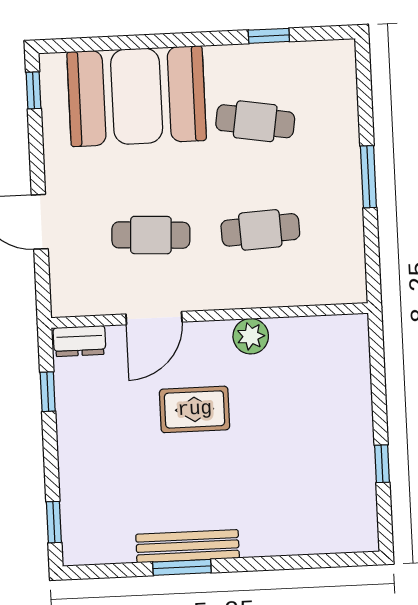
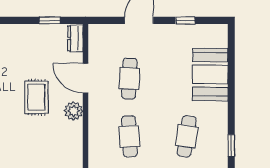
window: (33, 90) -> (185, 20), moved
booth: (137, 96) -> (210, 74), width x0.73, depth x0.70
plant: (251, 336) -> (74, 111), moved

